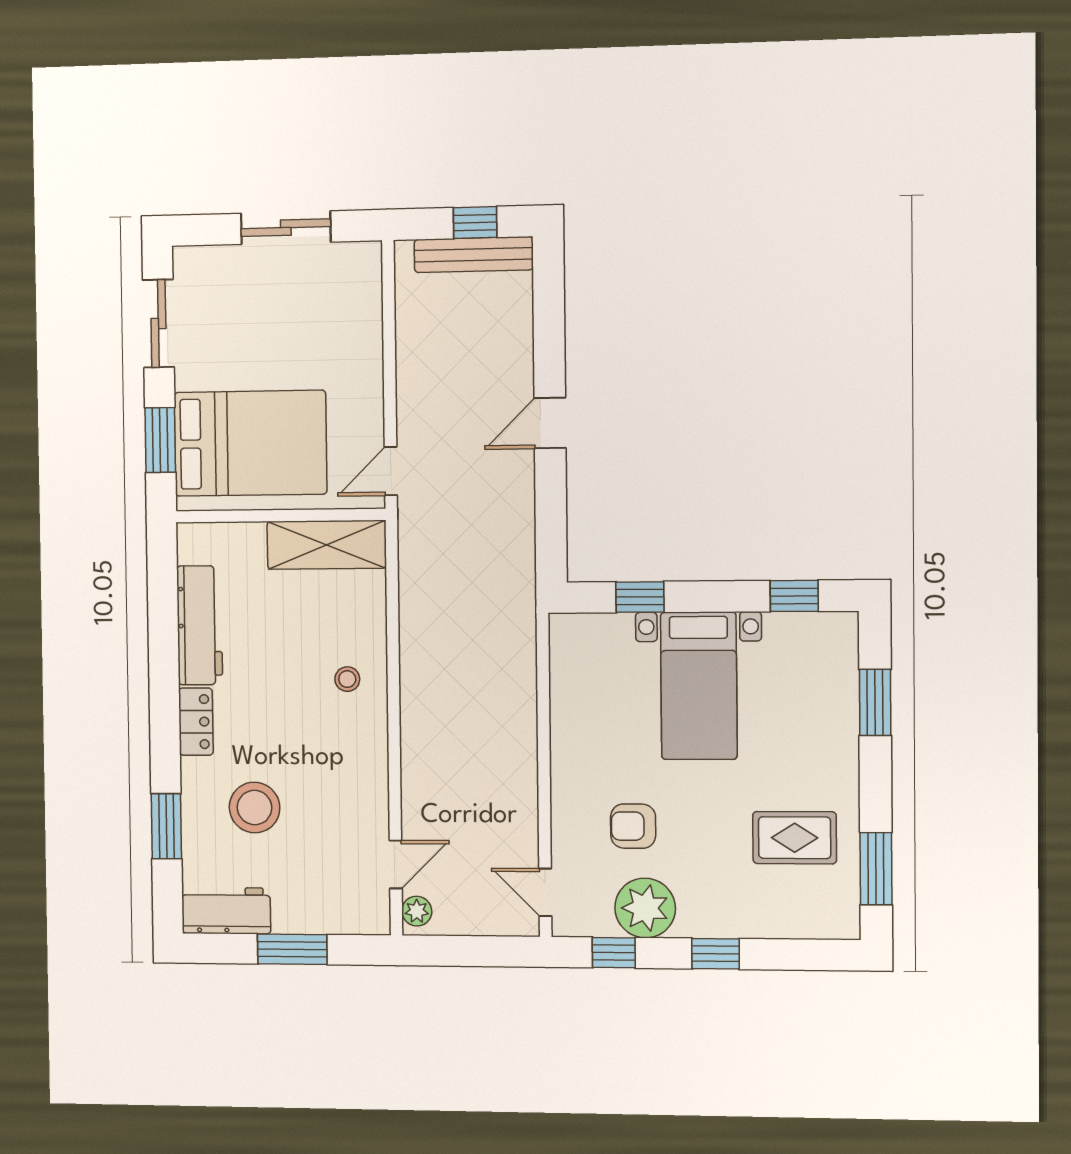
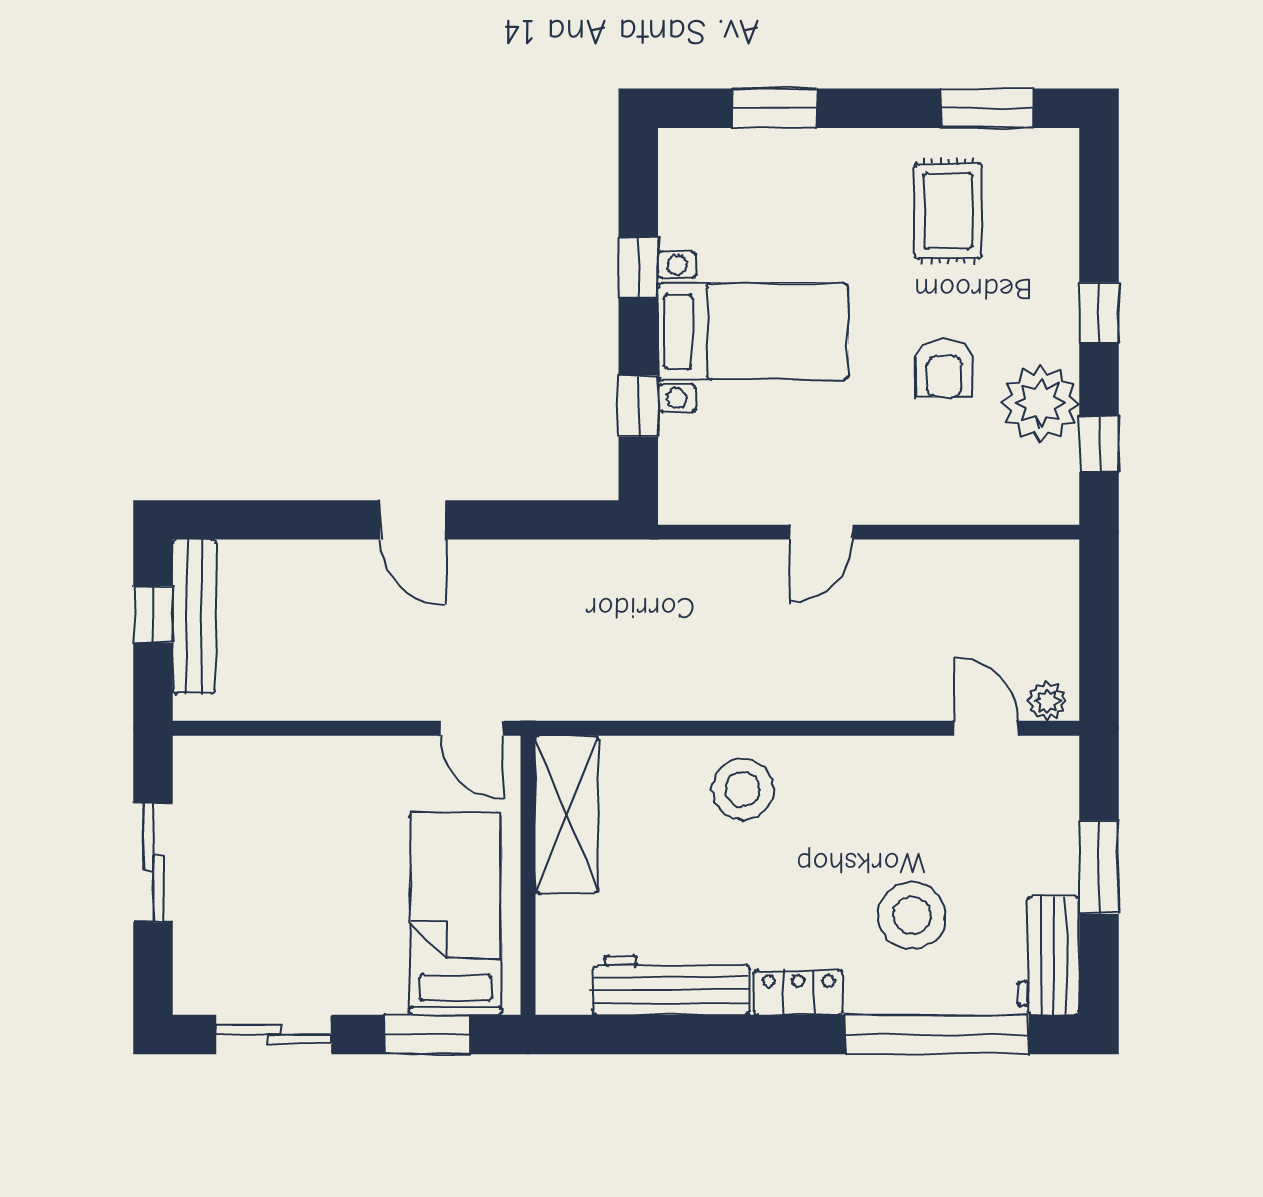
bed: (250, 443) -> (456, 914), width x0.67
window: (794, 596) -> (638, 267), moved
stool: (347, 679) -> (743, 789), width x1.89, depth x1.89
window: (166, 826) -> (937, 1035), width x2.11
armchair: (633, 826) -> (944, 368), moved
door: (545, 892) -> (821, 532), moved

